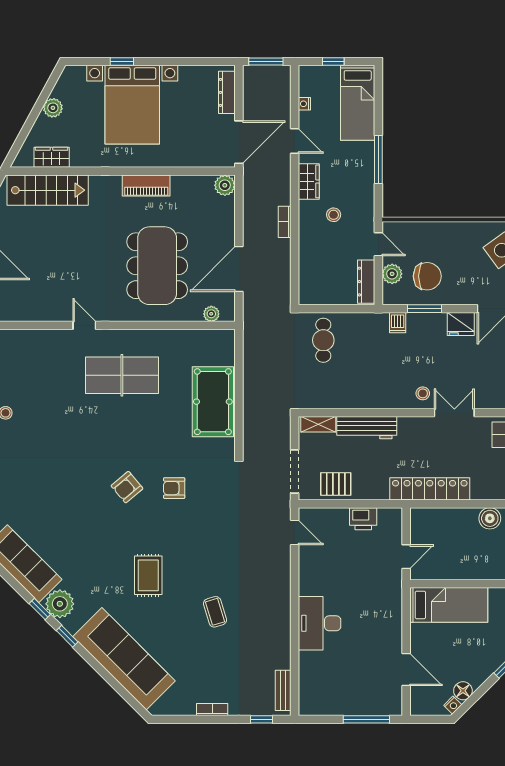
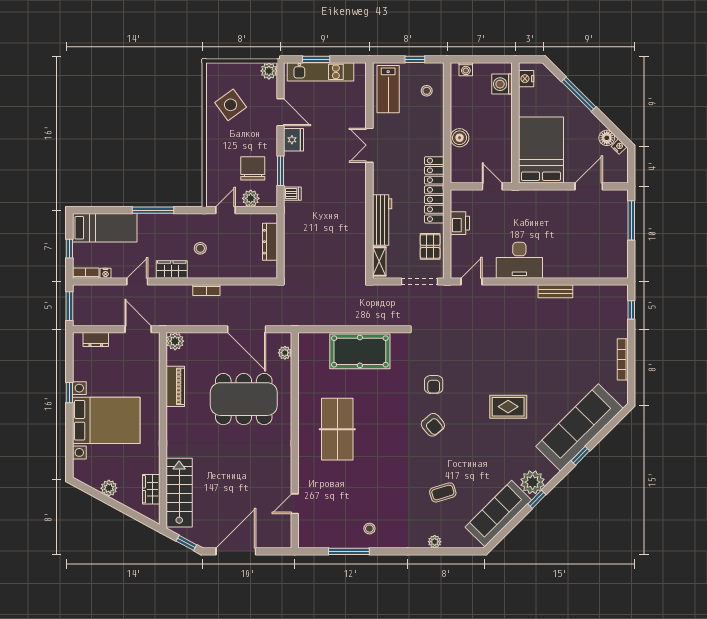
window: (122, 62) -> (69, 393), moved
bookcase: (305, 81) -> (86, 273), added
dresser: (227, 92) -> (96, 339), width x0.70
door: (239, 142) -> (138, 329), width x0.73
piano: (146, 186) -> (175, 386), moved
dresser: (366, 282) -> (270, 242), moved, turned 90
door: (84, 325) -> (295, 504), moved
cafe table: (323, 340) -> (307, 257), removed
stool: (423, 393) -> (353, 172), removed
locker: (430, 489) -> (434, 190), moved
boiler: (490, 518) -> (460, 138), moved
bed: (449, 605) -> (541, 150), width x1.50
coffee table: (215, 612) -> (443, 492), moved
desk: (320, 623) -> (519, 260), moved
window: (67, 636) -> (580, 456), moved
bench: (283, 690) -> (555, 291), moved
bookcase: (212, 710) -> (623, 359), width x1.56

